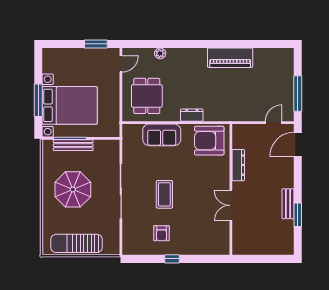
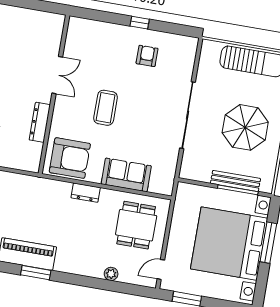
window: (221, 44) -> (36, 273), added
bed with nightstands: (70, 105) -> (229, 244), width x1.36
coffee table: (164, 194) -> (106, 108), moved

